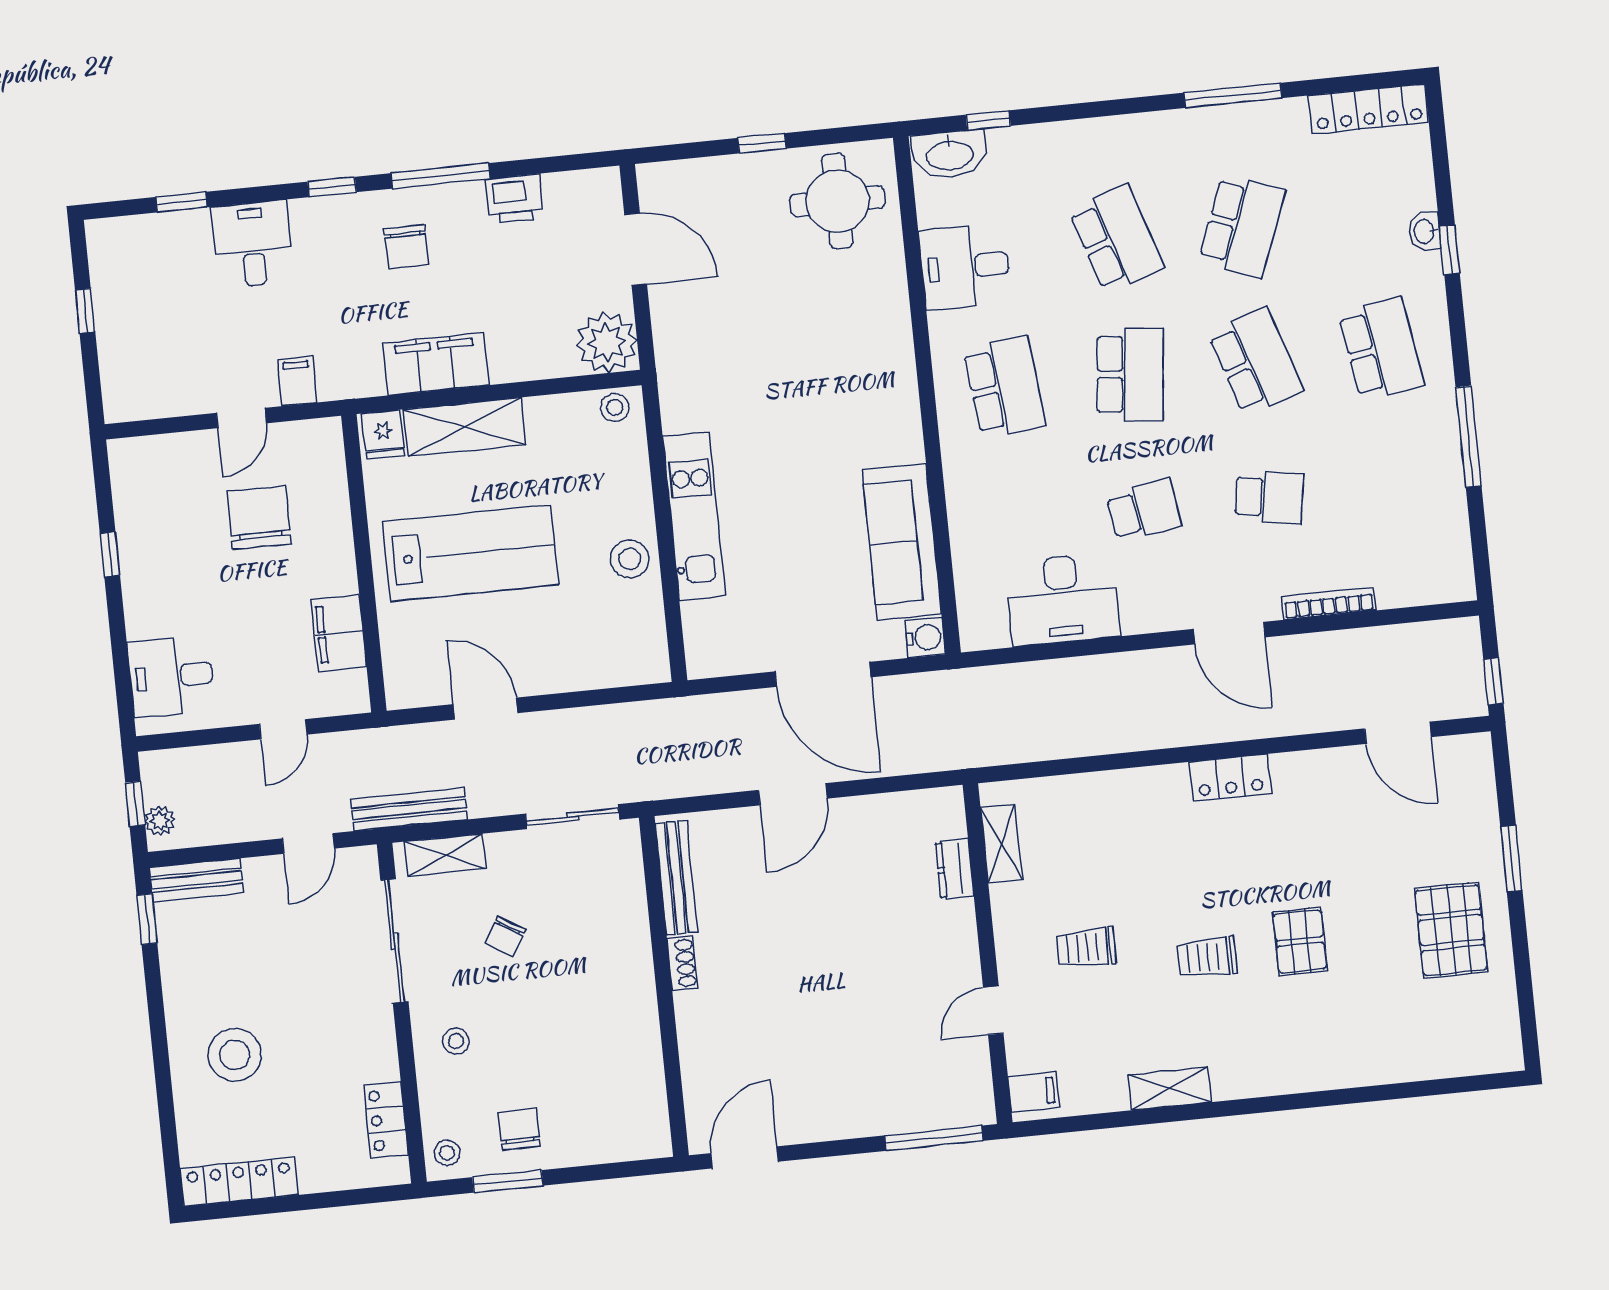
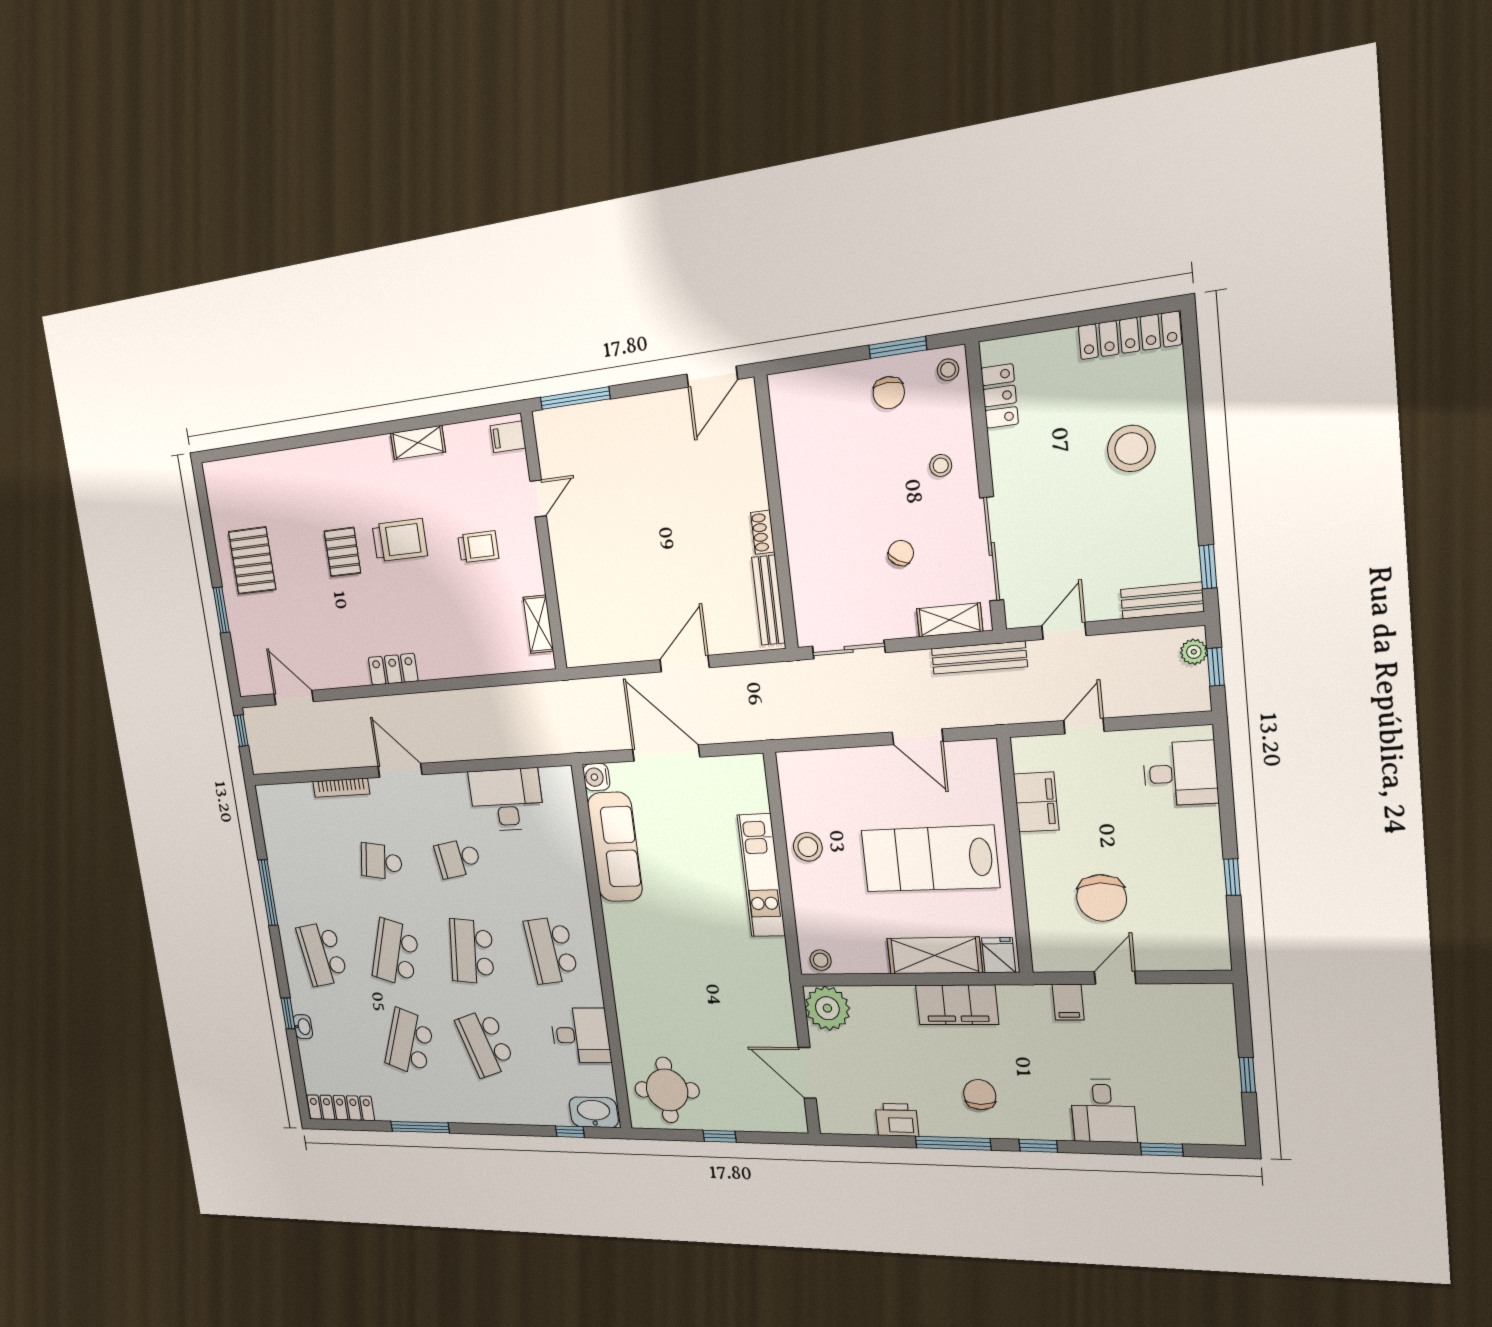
school desk: (1256, 362) -> (395, 953), turned 36
dresser: (955, 869) -> (569, 606), removed
trolley: (1207, 957) -> (400, 540), width x1.36, depth x1.39

